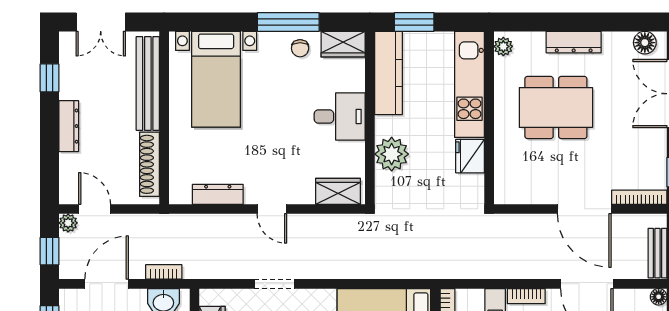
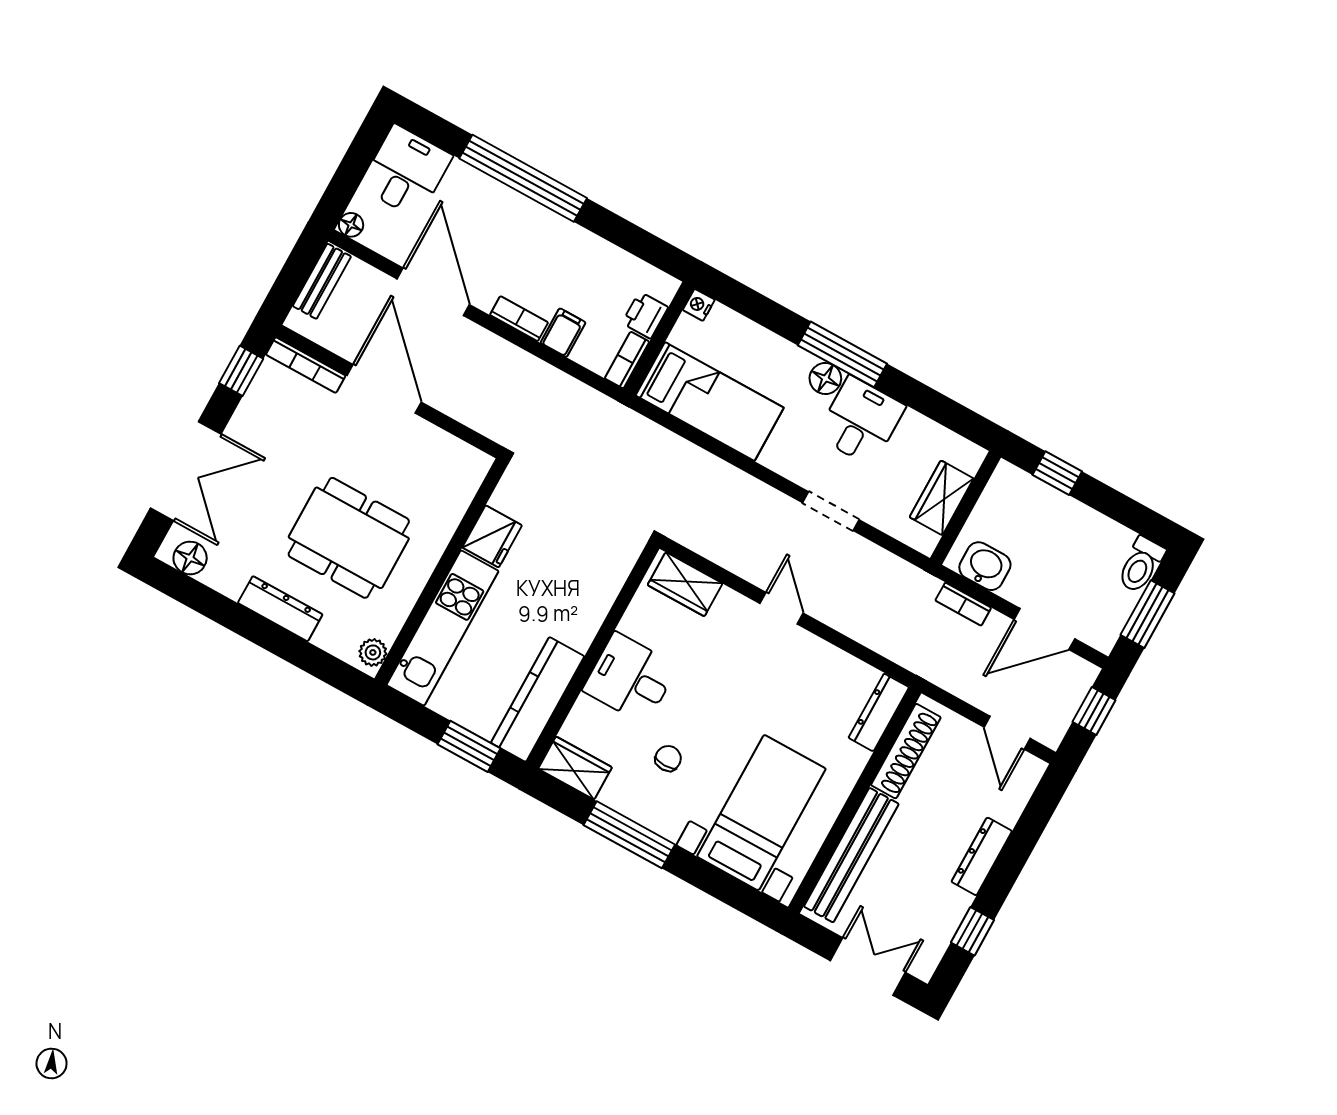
chair: (300, 48) -> (668, 758), moved
plant: (392, 154) -> (591, 594), removed
dresser: (218, 194) -> (879, 712), moved, turned 90
plant: (68, 223) -> (1051, 734), removed

